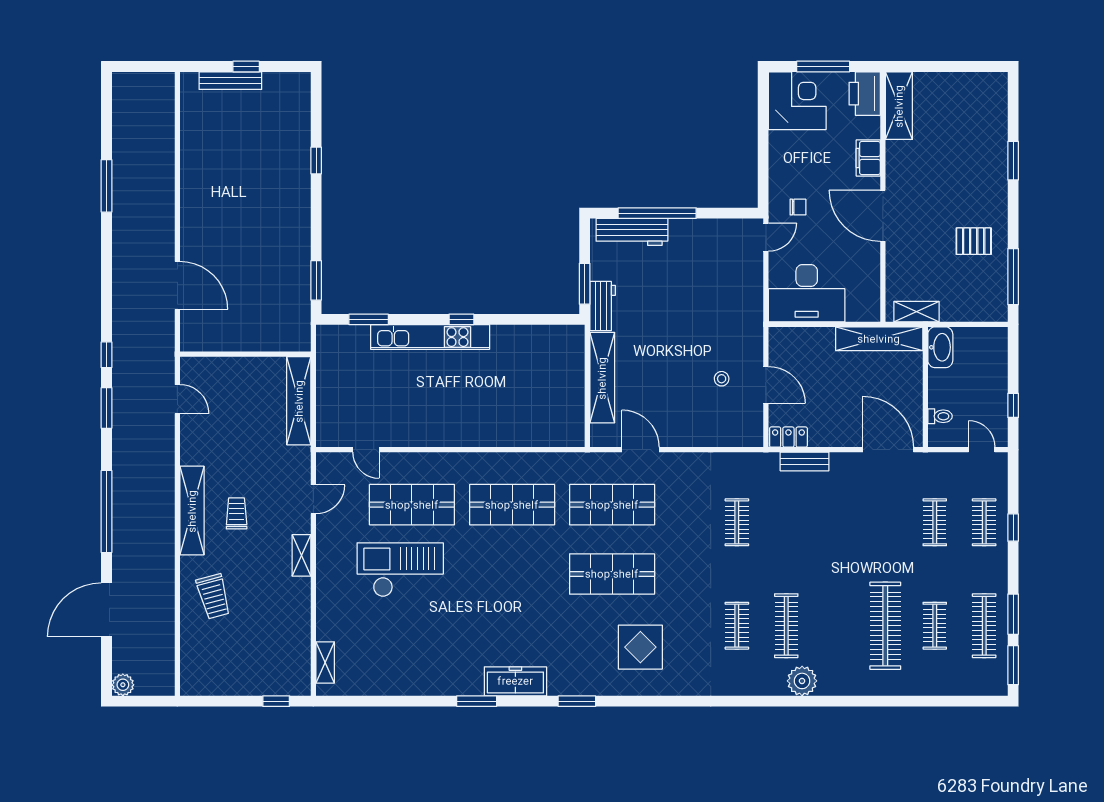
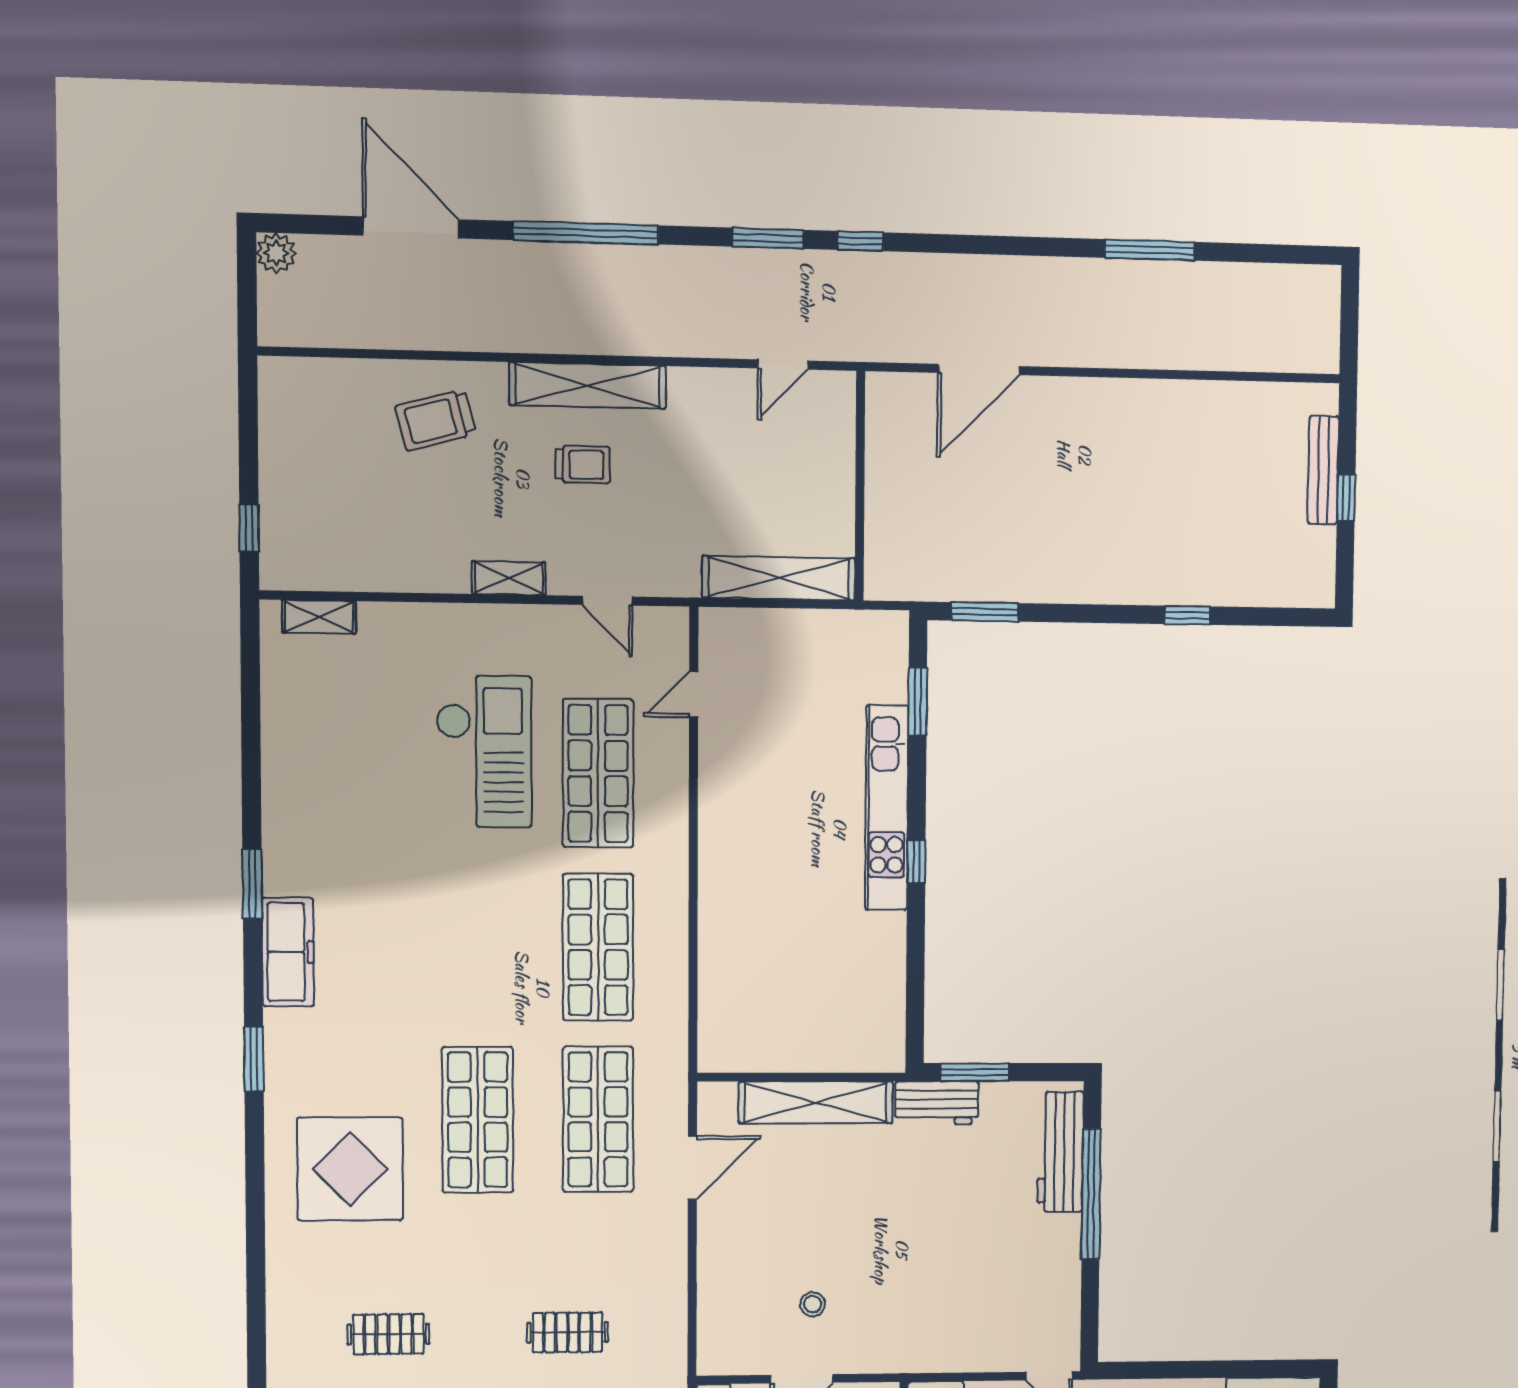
display table: (640, 647) -> (350, 1169), width x1.36, depth x1.36

